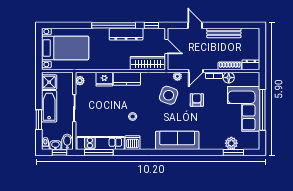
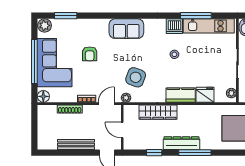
window: (114, 25) -> (195, 153), width x0.68
door: (166, 46) -> (122, 130), moved
wall: (166, 49) -> (122, 127), moved
dresser: (251, 65) -> (47, 110), removed
floor lamp: (229, 78) -> (43, 96), moved
armchair: (197, 100) -> (90, 54), moved
sofa: (177, 140) -> (126, 29), width x0.73
plant: (231, 143) -> (45, 25), moved
window: (99, 152) -> (196, 16), moved

